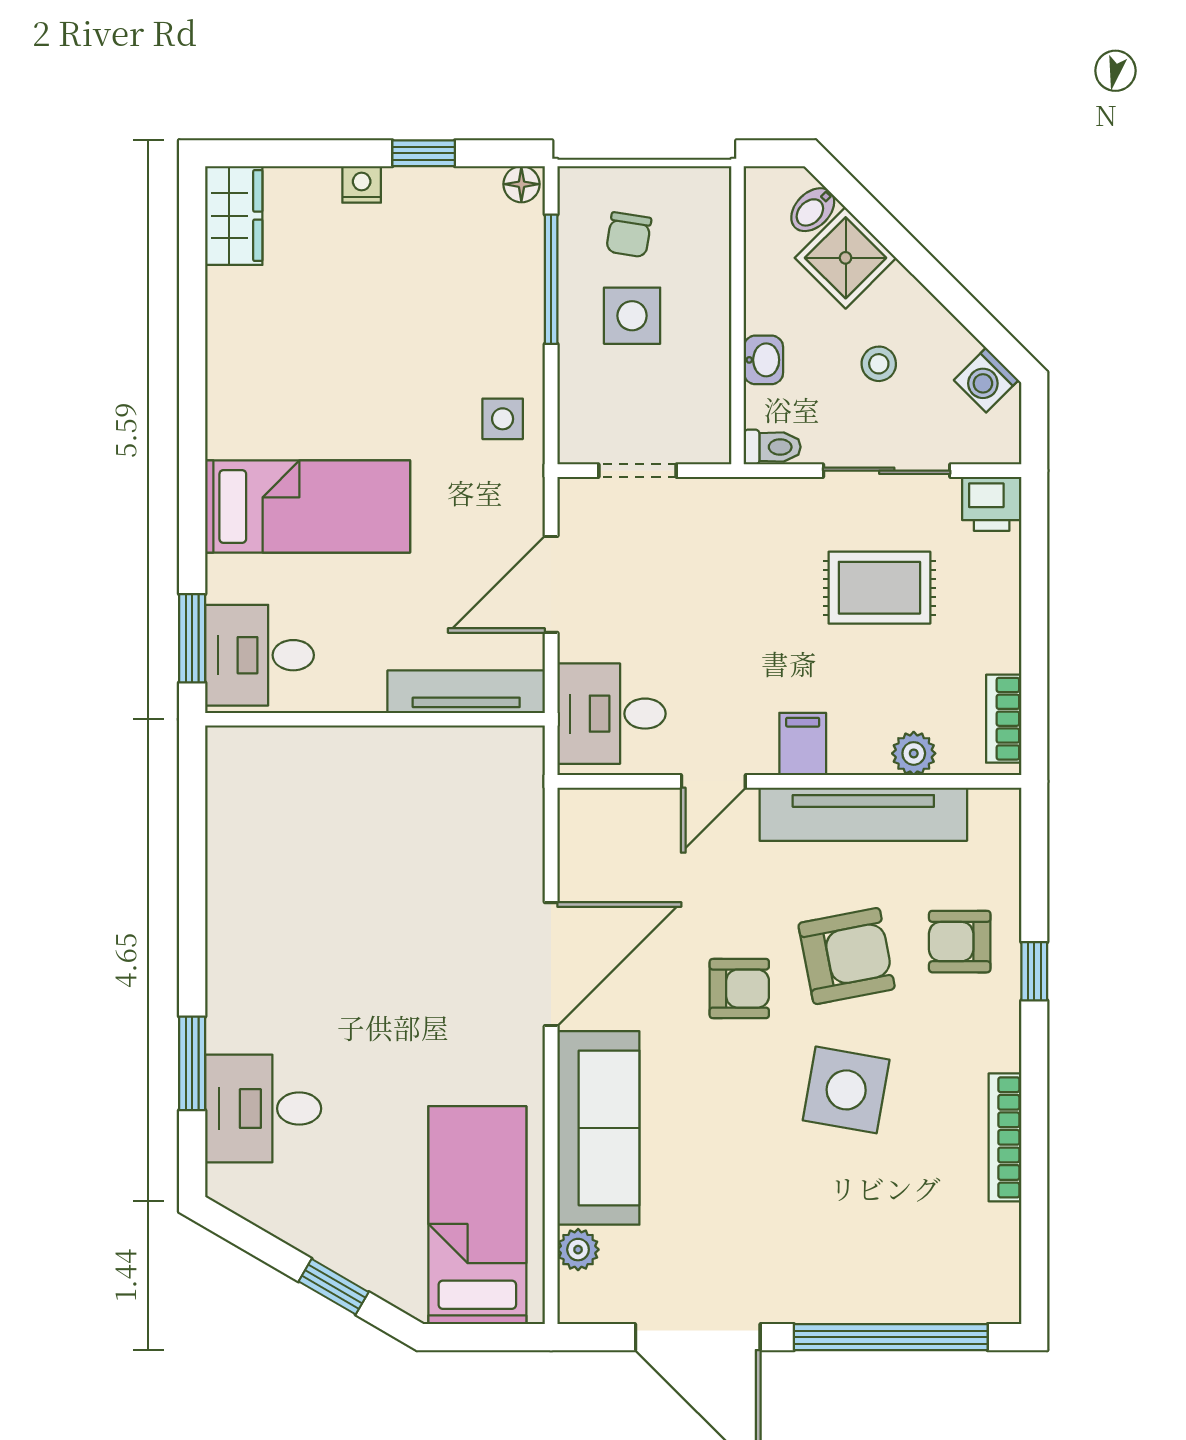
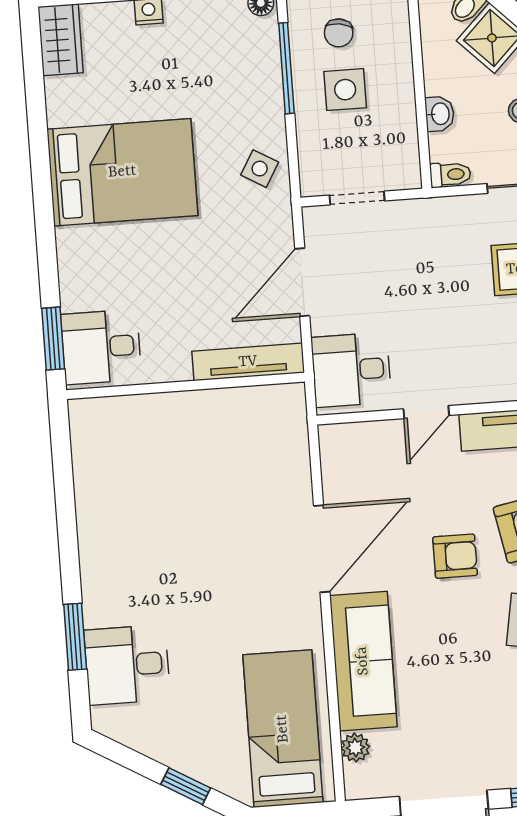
side table: (503, 419) -> (260, 169), turned 30
bed: (308, 506) -> (122, 172), moved, width x1.50
filing cabinet: (803, 744) -> (487, 381), removed

